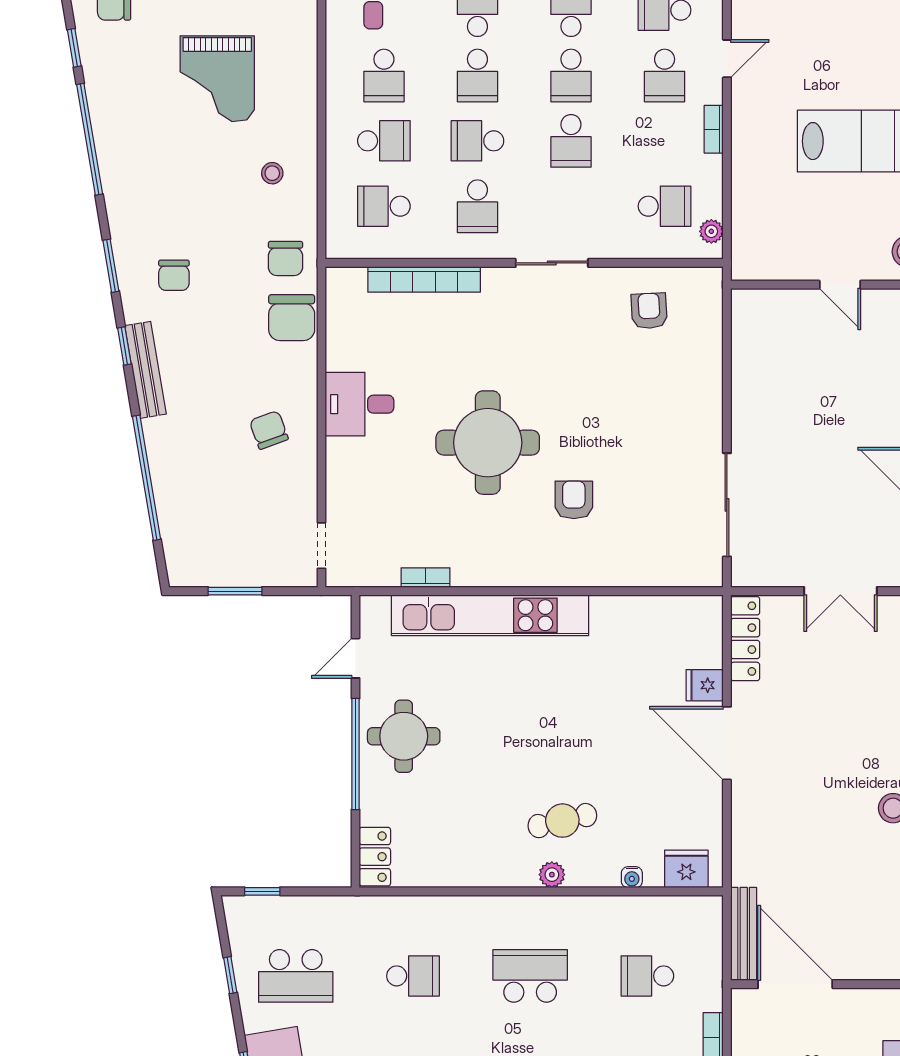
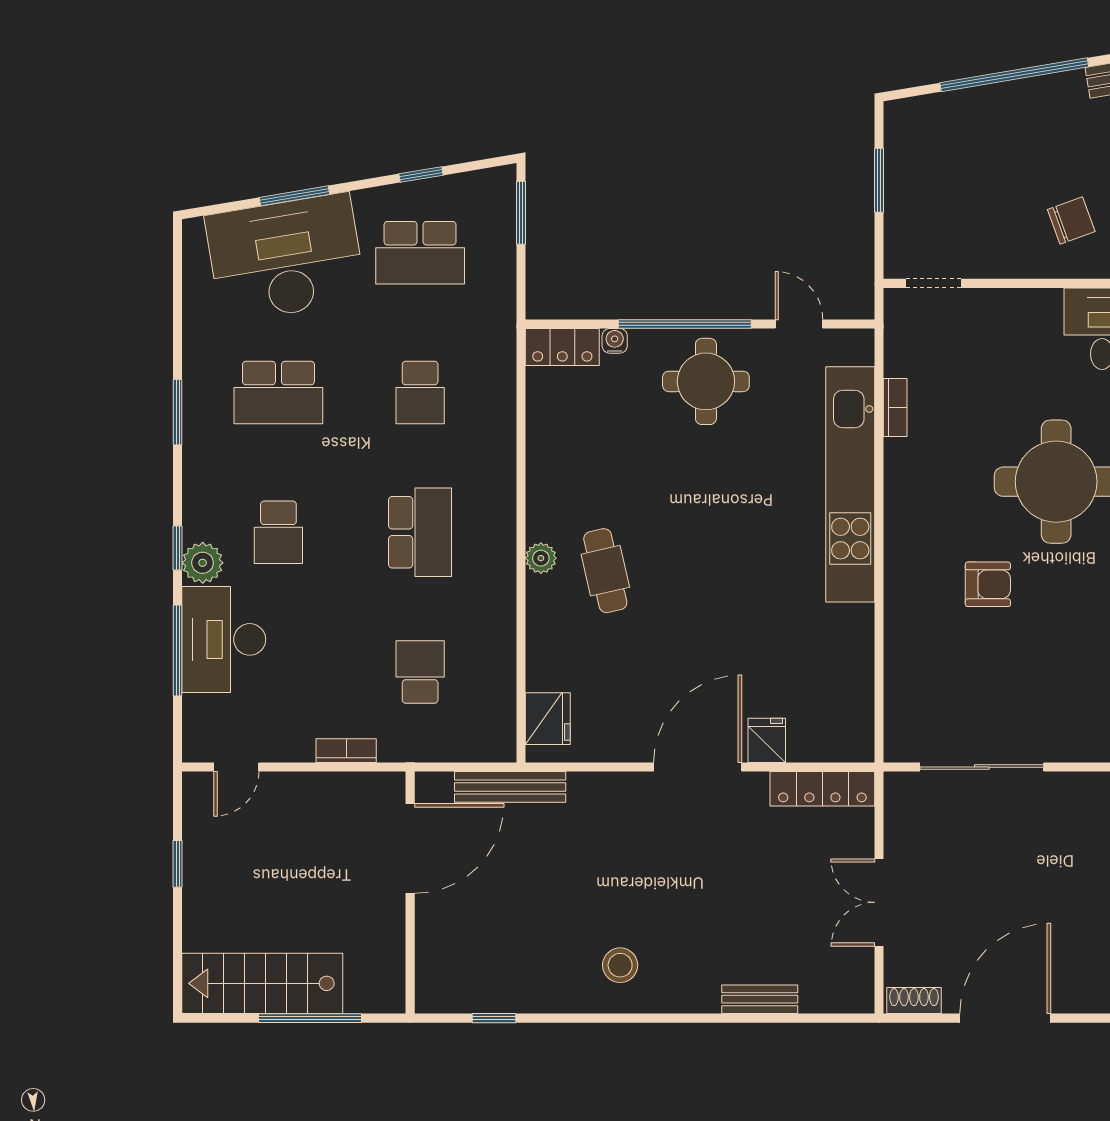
water cooler: (632, 877) -> (615, 341), moved, turned 90
window: (262, 891) -> (521, 213), width x1.50
bench: (744, 934) -> (510, 787), moved
school desk: (296, 976) -> (420, 253), turned -90

